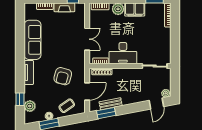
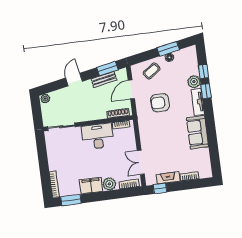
double door: (87, 39) -> (141, 162), moved
sofa: (32, 40) -> (198, 132), width x0.73
armchair: (63, 76) -> (160, 103), turned -105
window: (20, 81) -> (206, 91), added
door: (156, 104) -> (74, 80), moved
plant: (30, 106) -> (194, 82), moved

